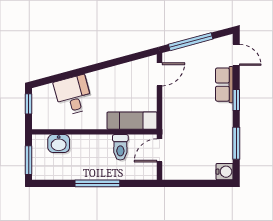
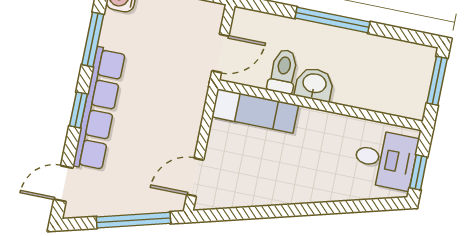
door: (236, 55) -> (63, 184), hinge flipped
row of seats: (224, 85) -> (99, 109), width x2.02
desk: (73, 95) -> (385, 159), moved, turned -75
washbasin: (59, 144) -> (314, 84), moved

